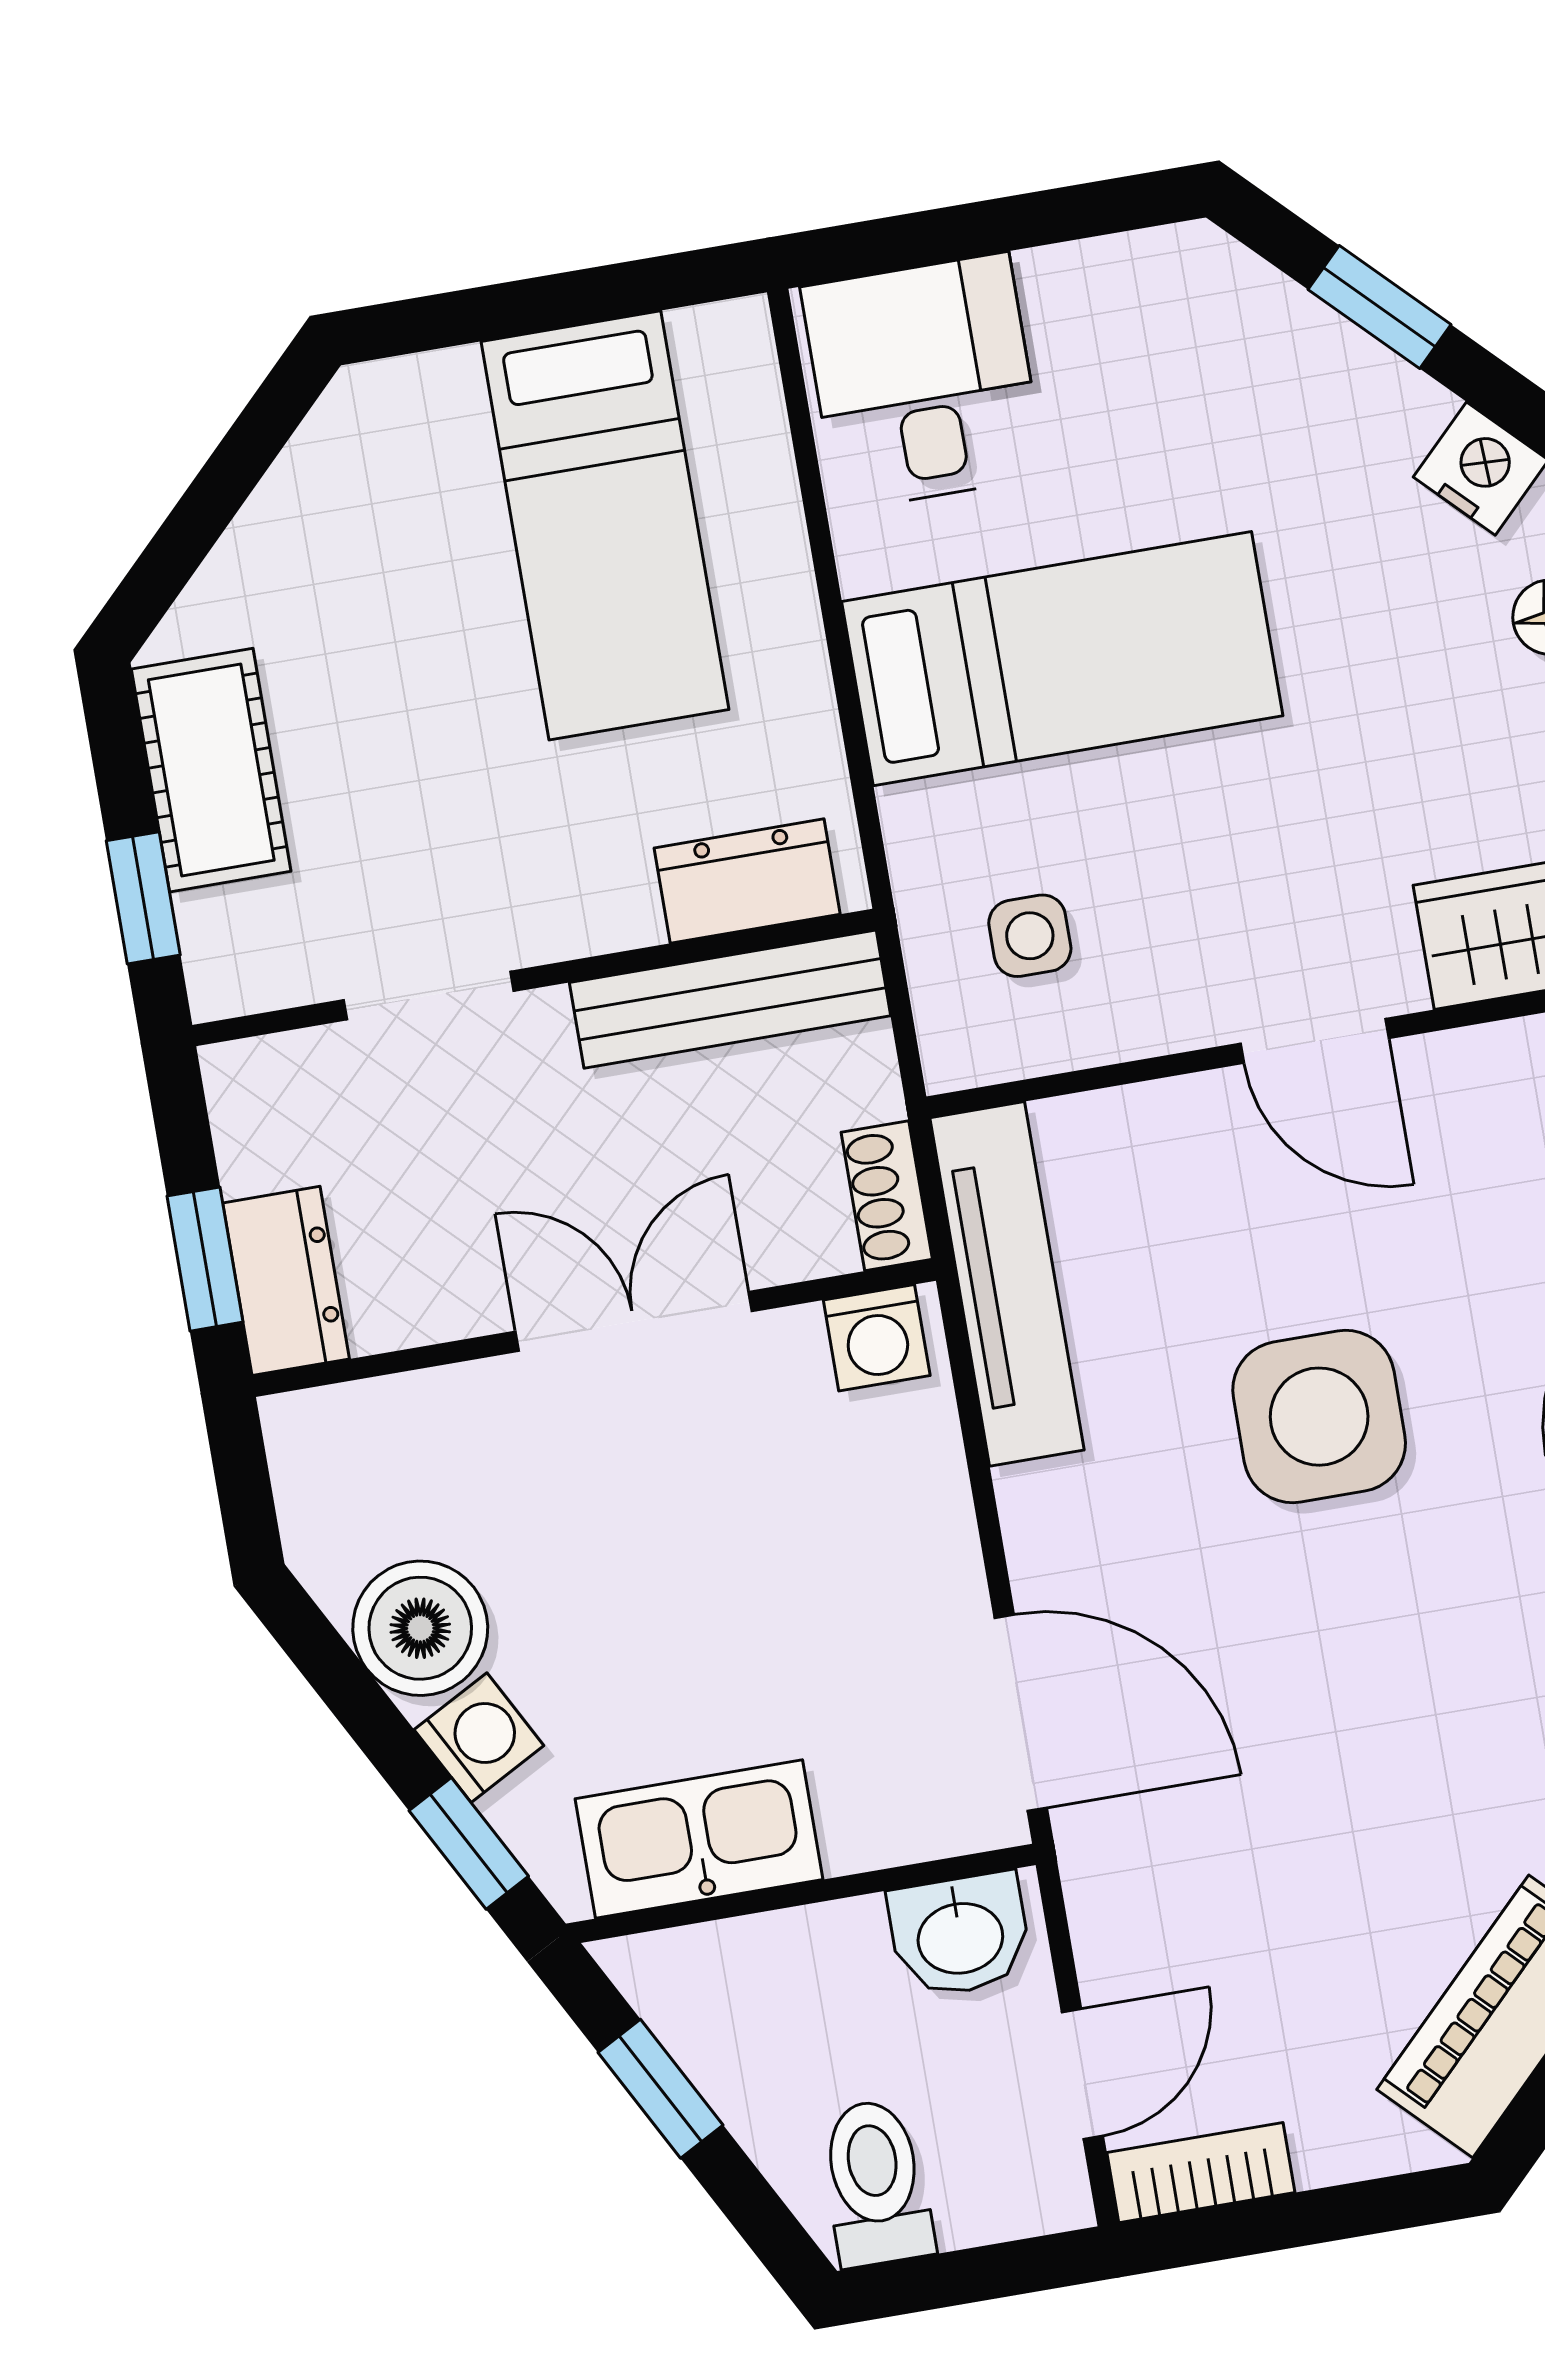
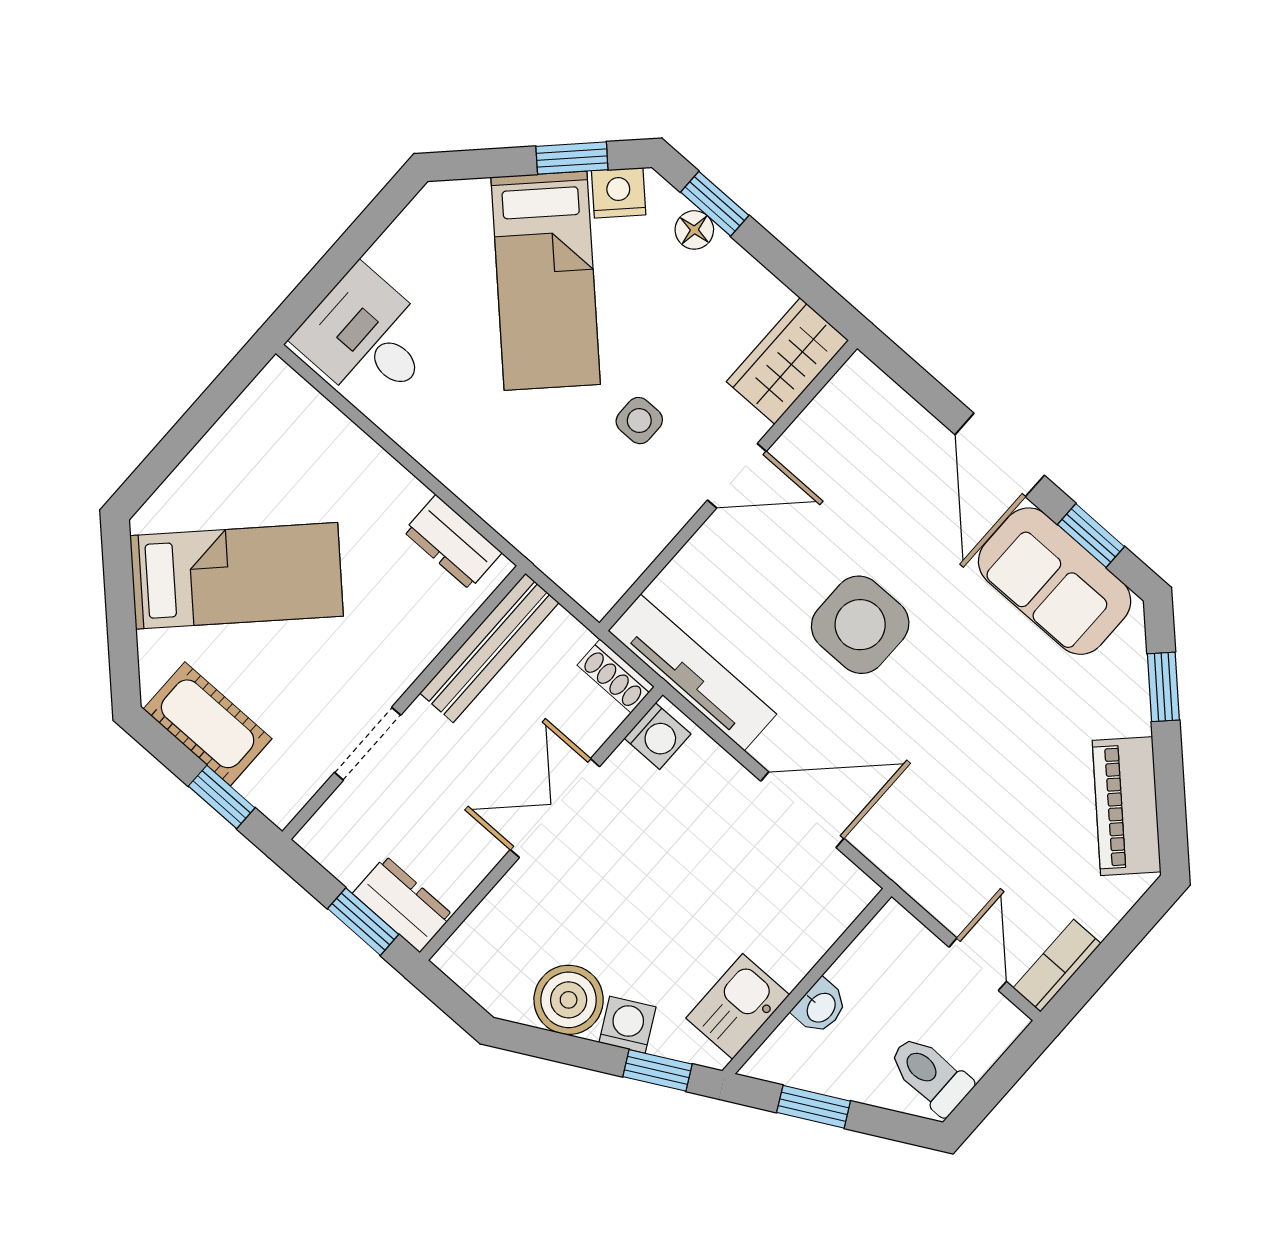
window: (1379, 307) -> (572, 158), moved
bed: (605, 525) -> (237, 576), moved, turned -45
bed: (1062, 659) -> (546, 281), moved, turned 135
dresser: (747, 881) -> (453, 542), moved, turned -90
side table: (1030, 936) -> (639, 421), moved
door: (1021, 1713) -> (802, 810), moved
kitchen sink: (699, 1839) -> (738, 1006), width x0.73
washbasin: (960, 1935) -> (820, 1007), moved, width x0.72, depth x0.69

